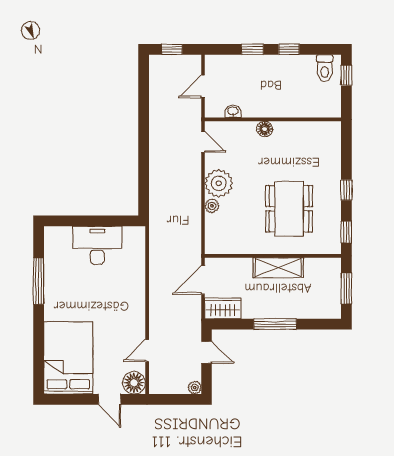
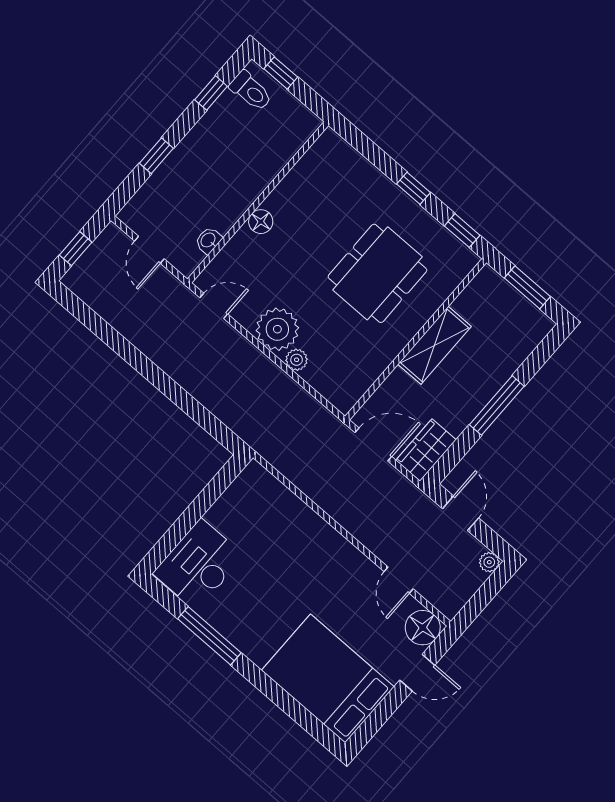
window: (289, 49) -> (211, 93), moved
dining table: (289, 209) -> (377, 273), turned 90
desk: (97, 245) -> (199, 565), moved
door: (203, 280) -> (373, 445), swing flipped
door: (206, 352) -> (461, 513), hinge flipped

